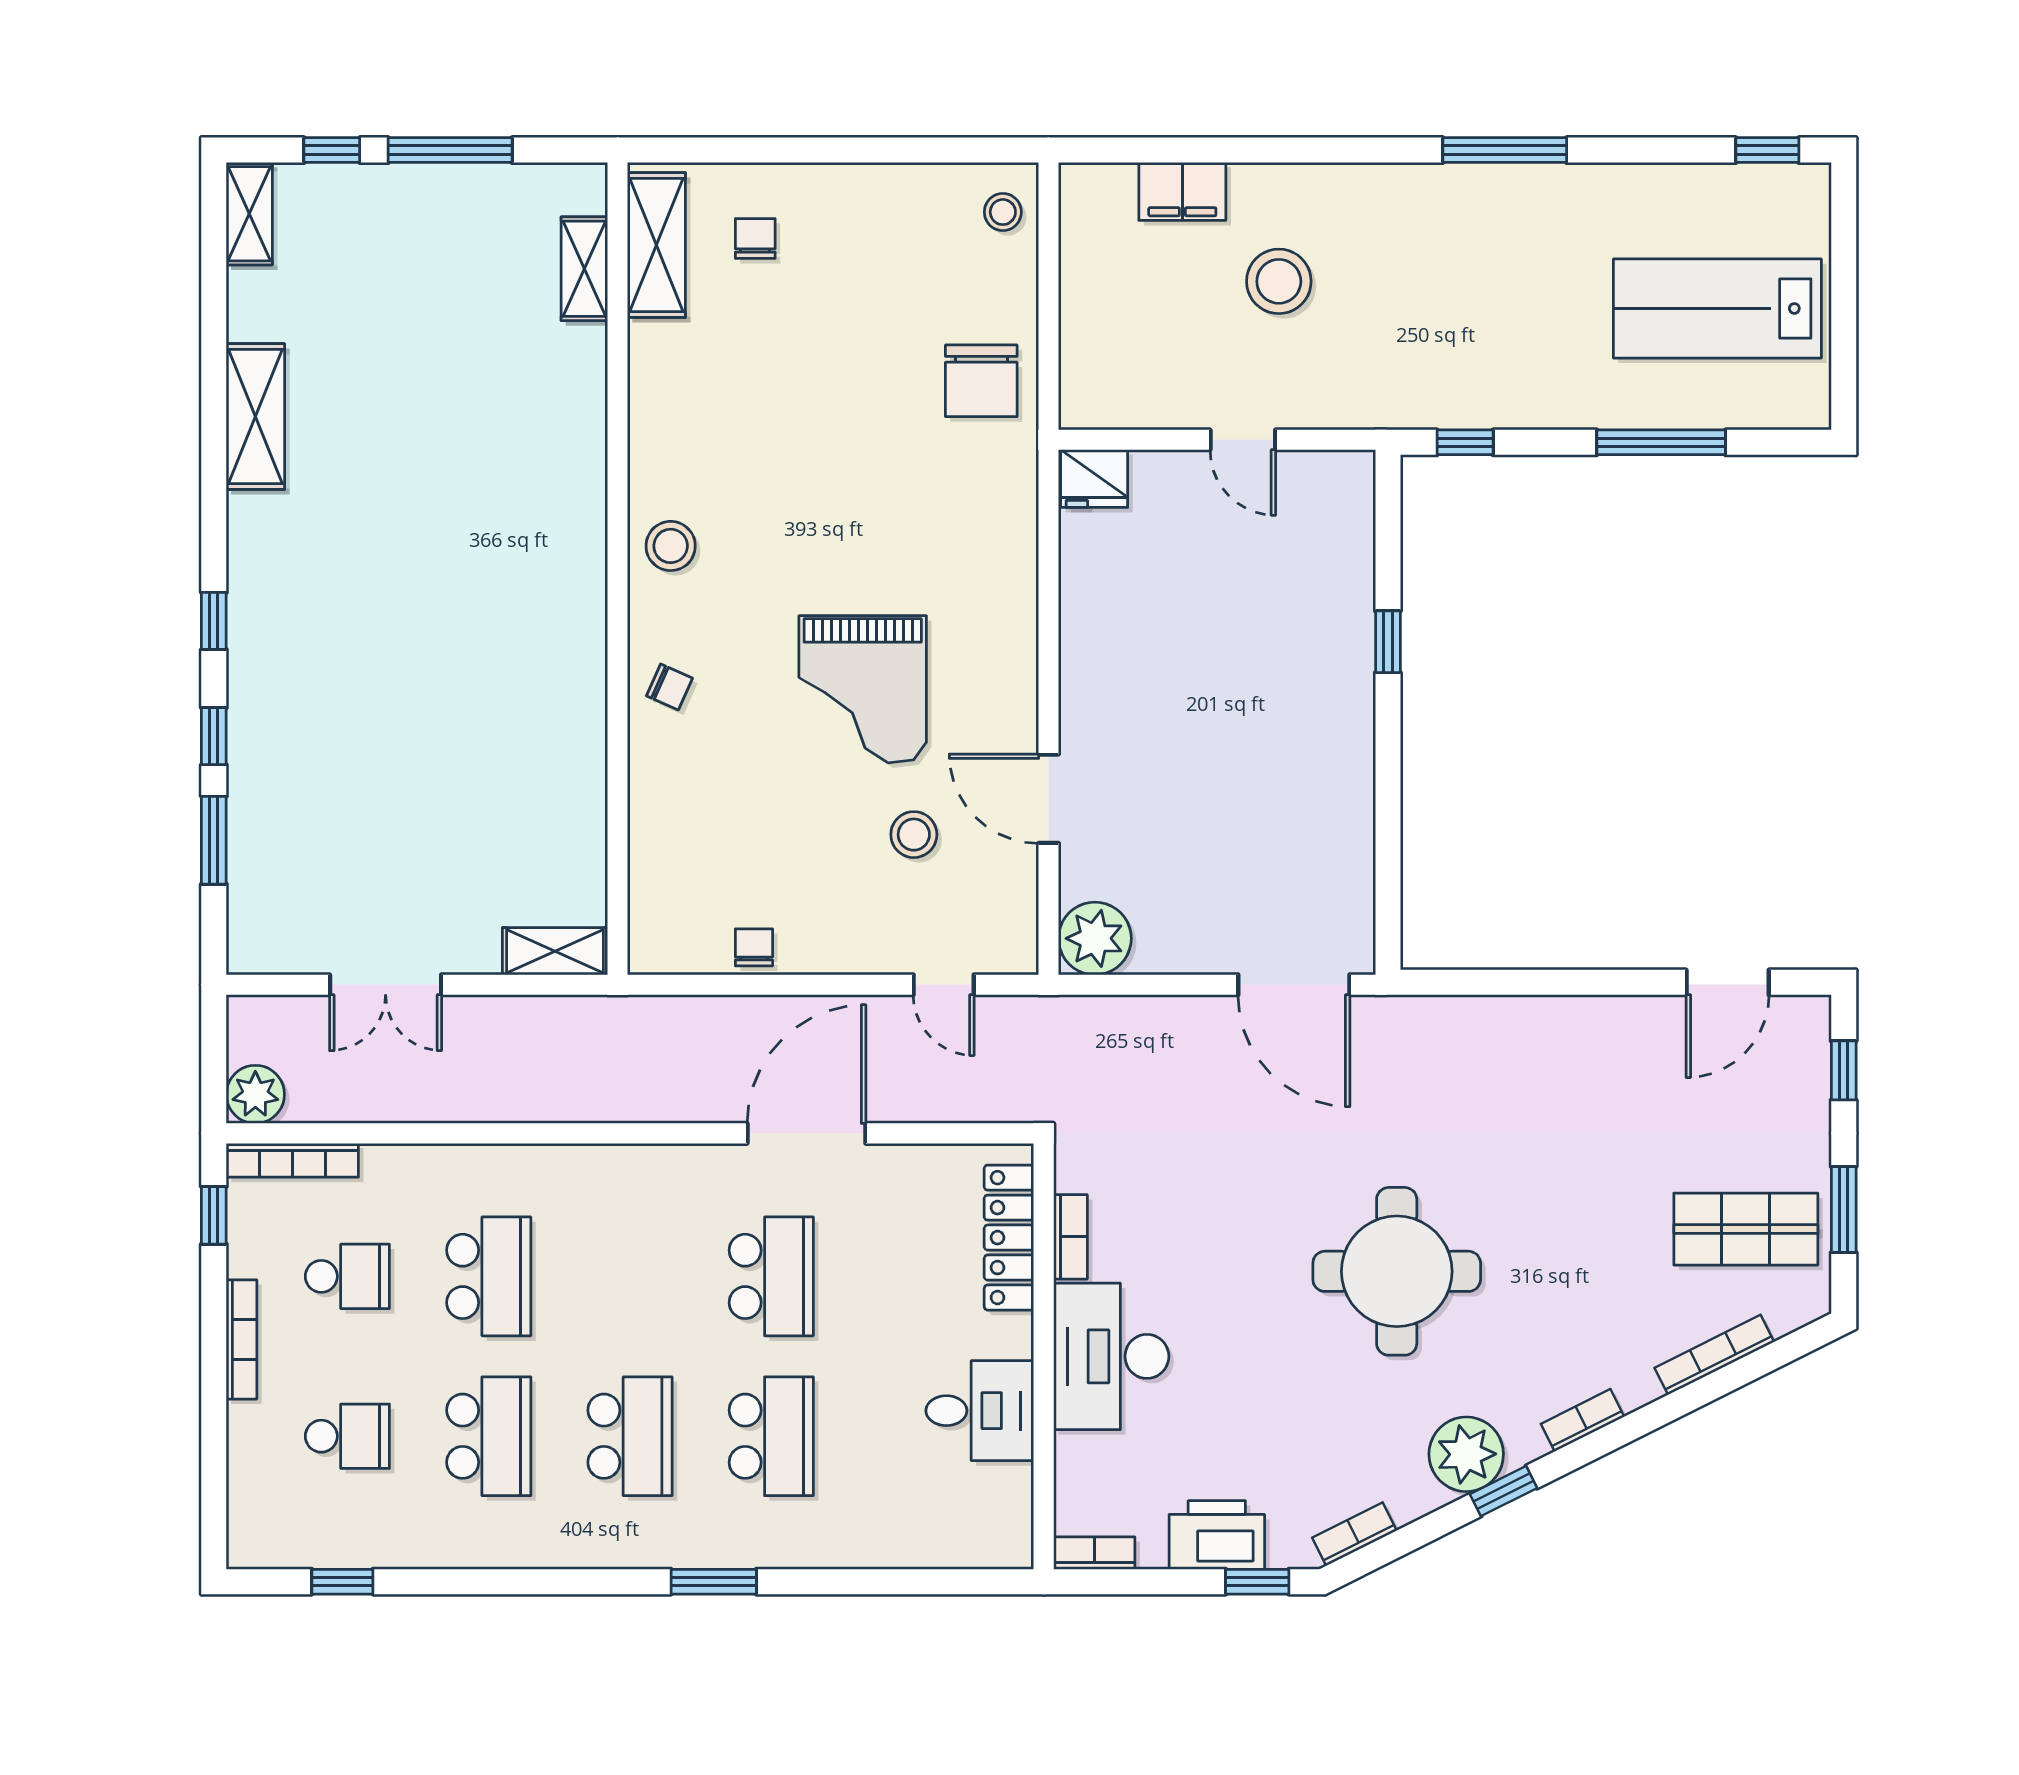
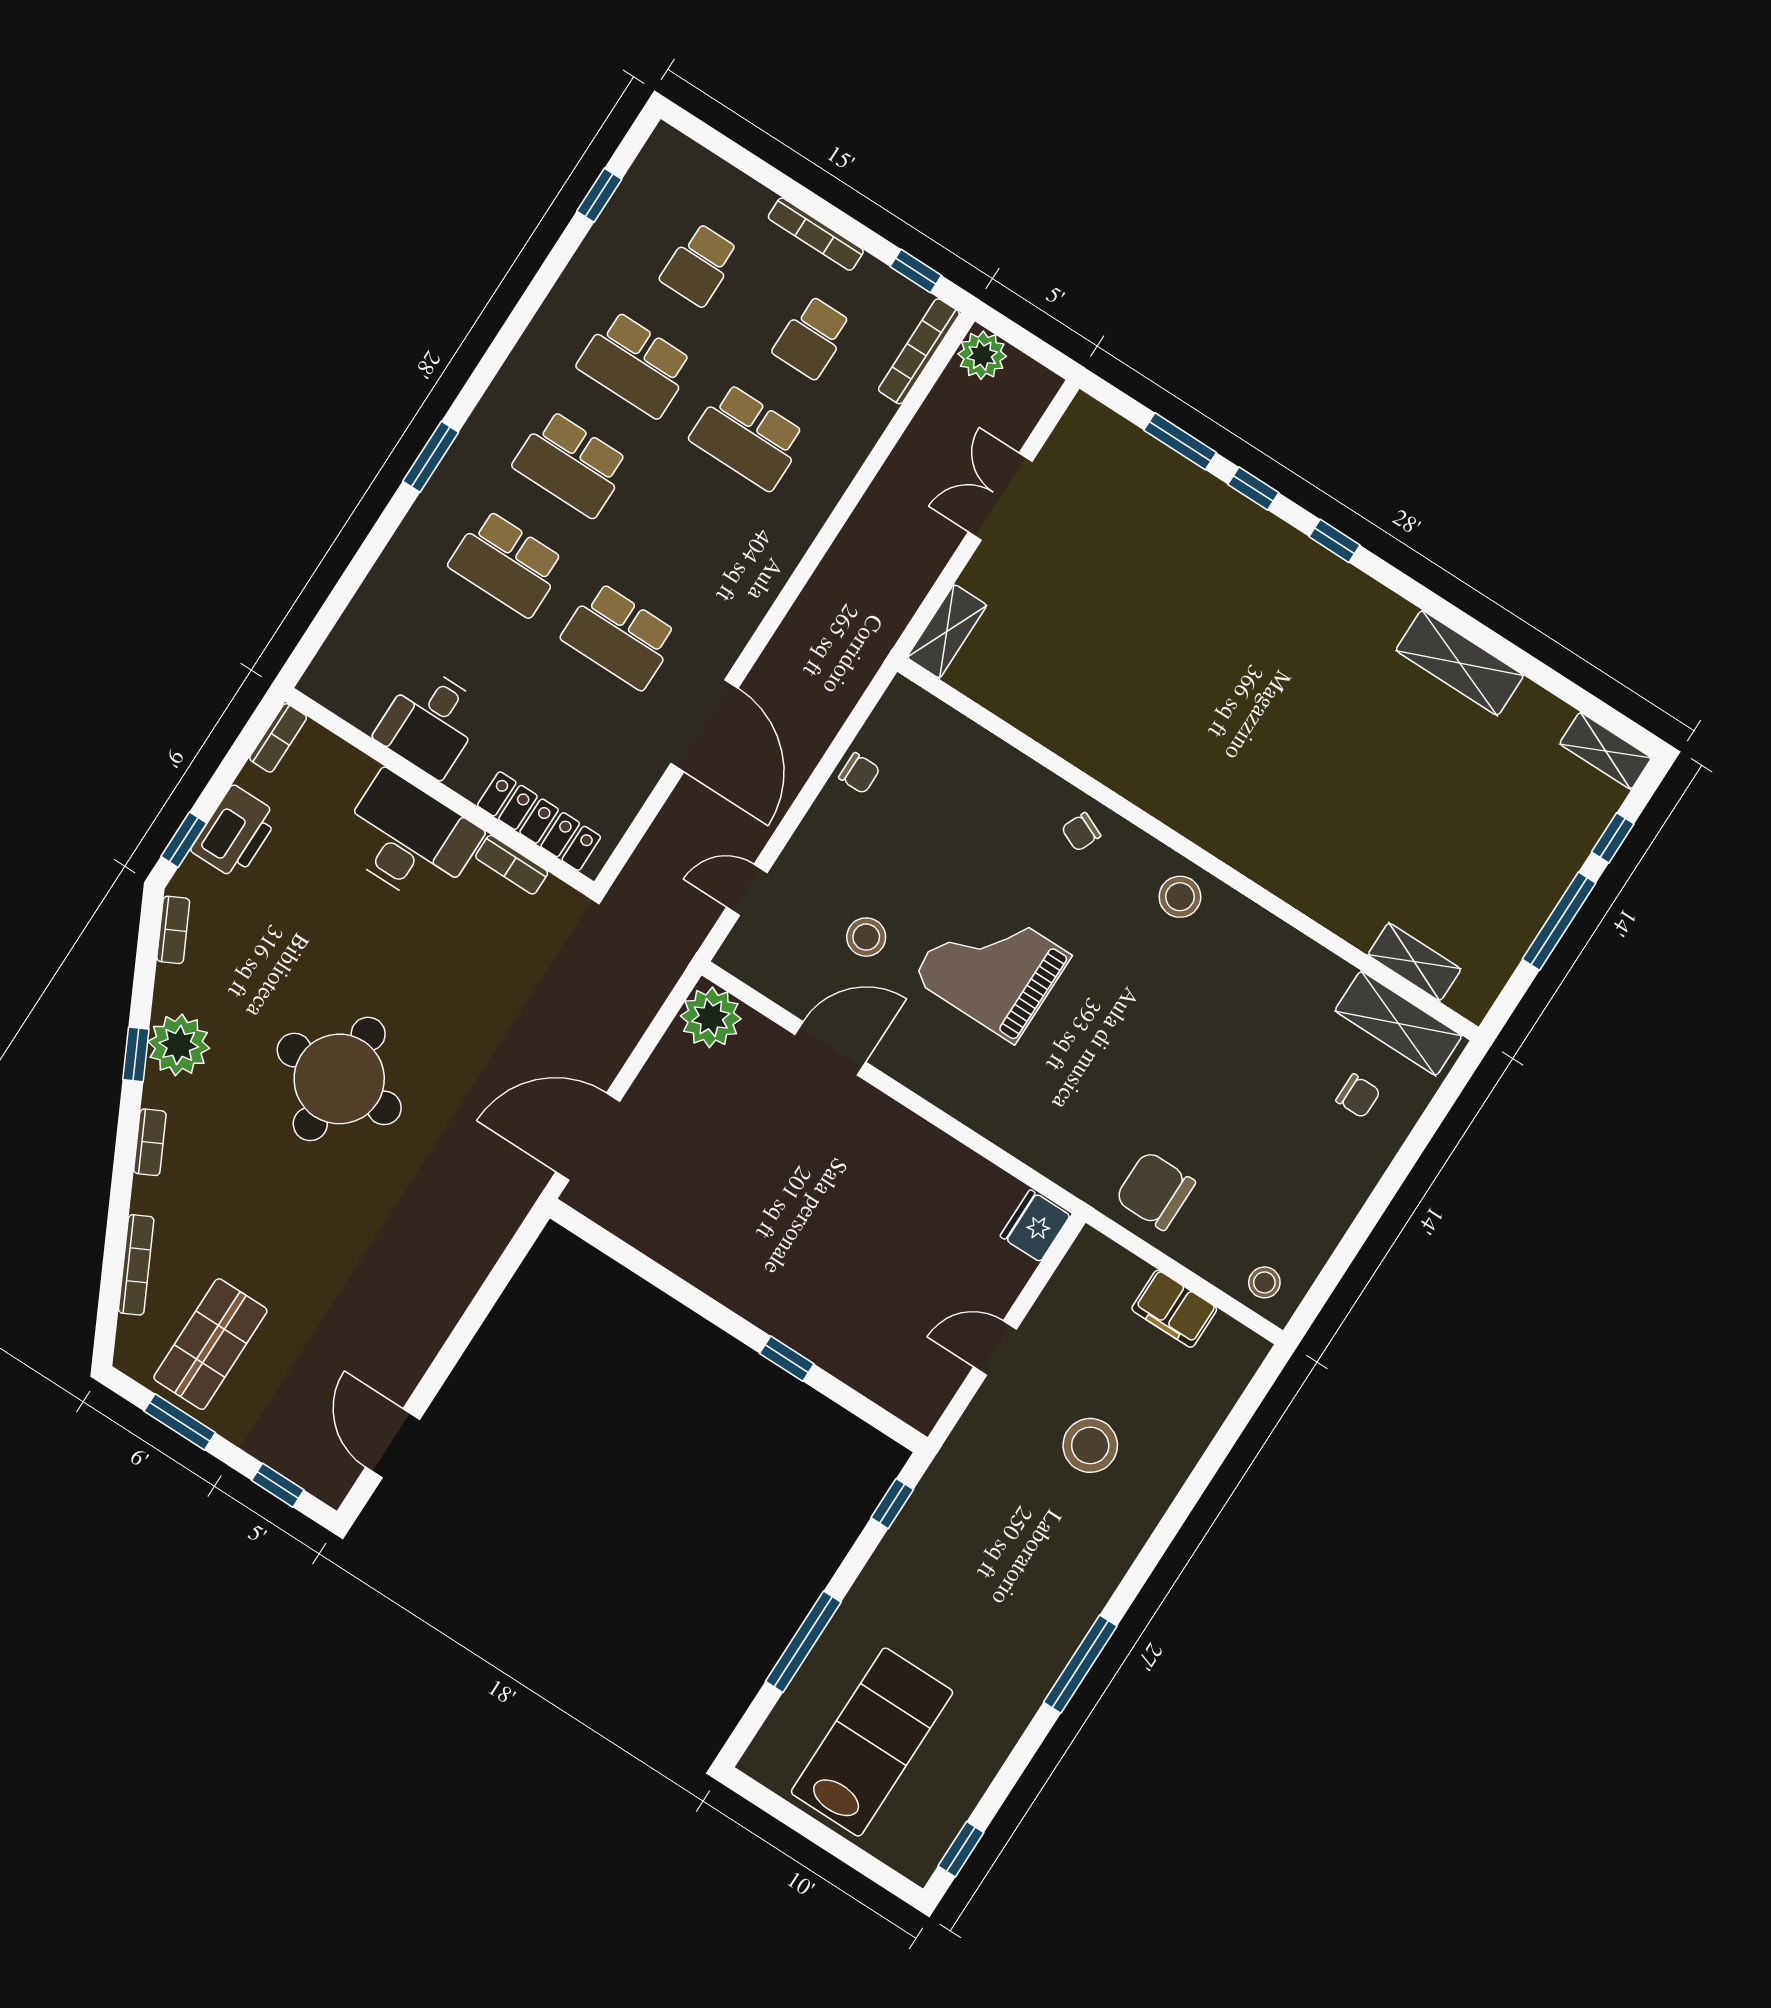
filing cabinet: (1182, 191) -> (1174, 1309), moved, turned -90

